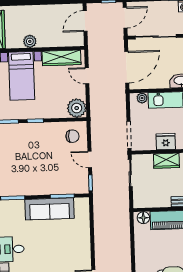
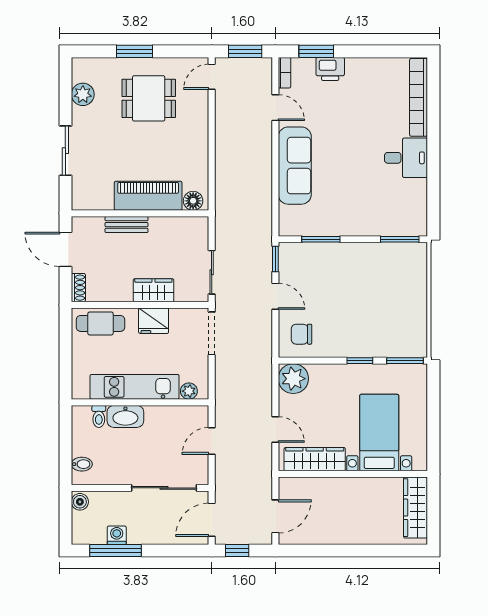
plant: (30, 41) -> (364, 487), removed
door: (127, 67) -> (212, 441), width x0.53
sofa: (50, 209) -> (295, 166), moved, turned 90

